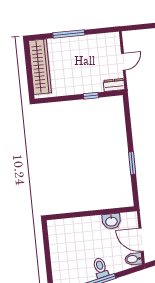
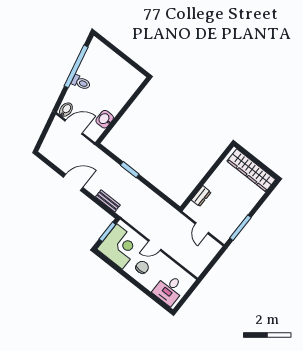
window: (69, 34) -> (240, 228), moved
dresser: (114, 85) -> (201, 196), moved
window: (91, 96) -> (200, 185), removed

